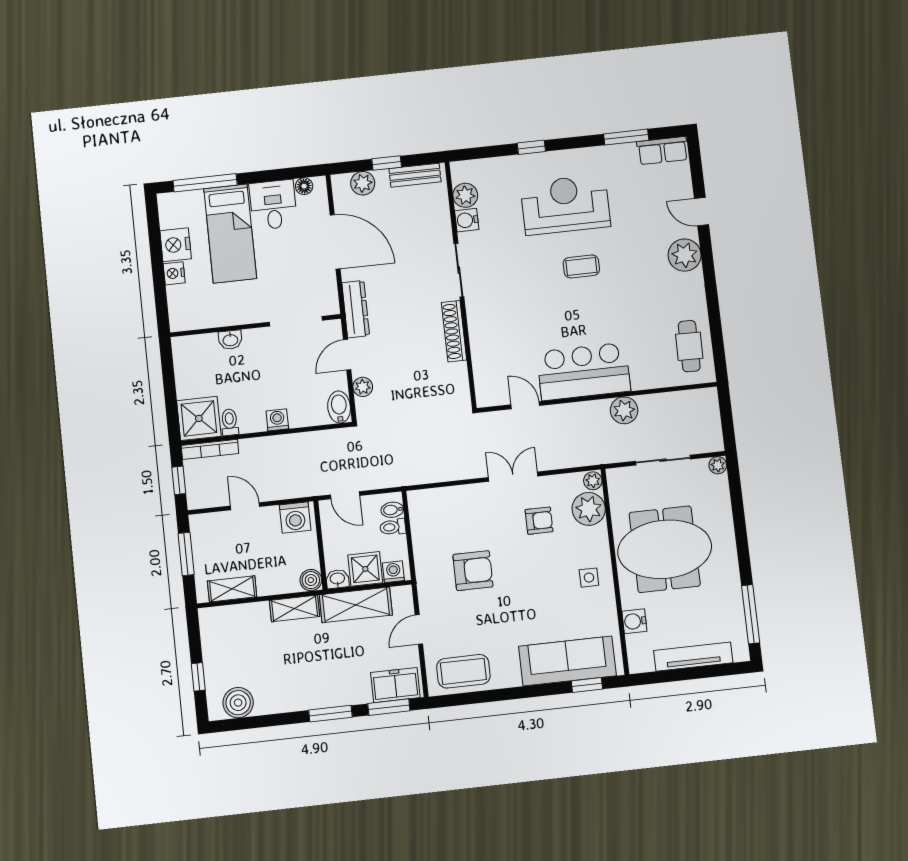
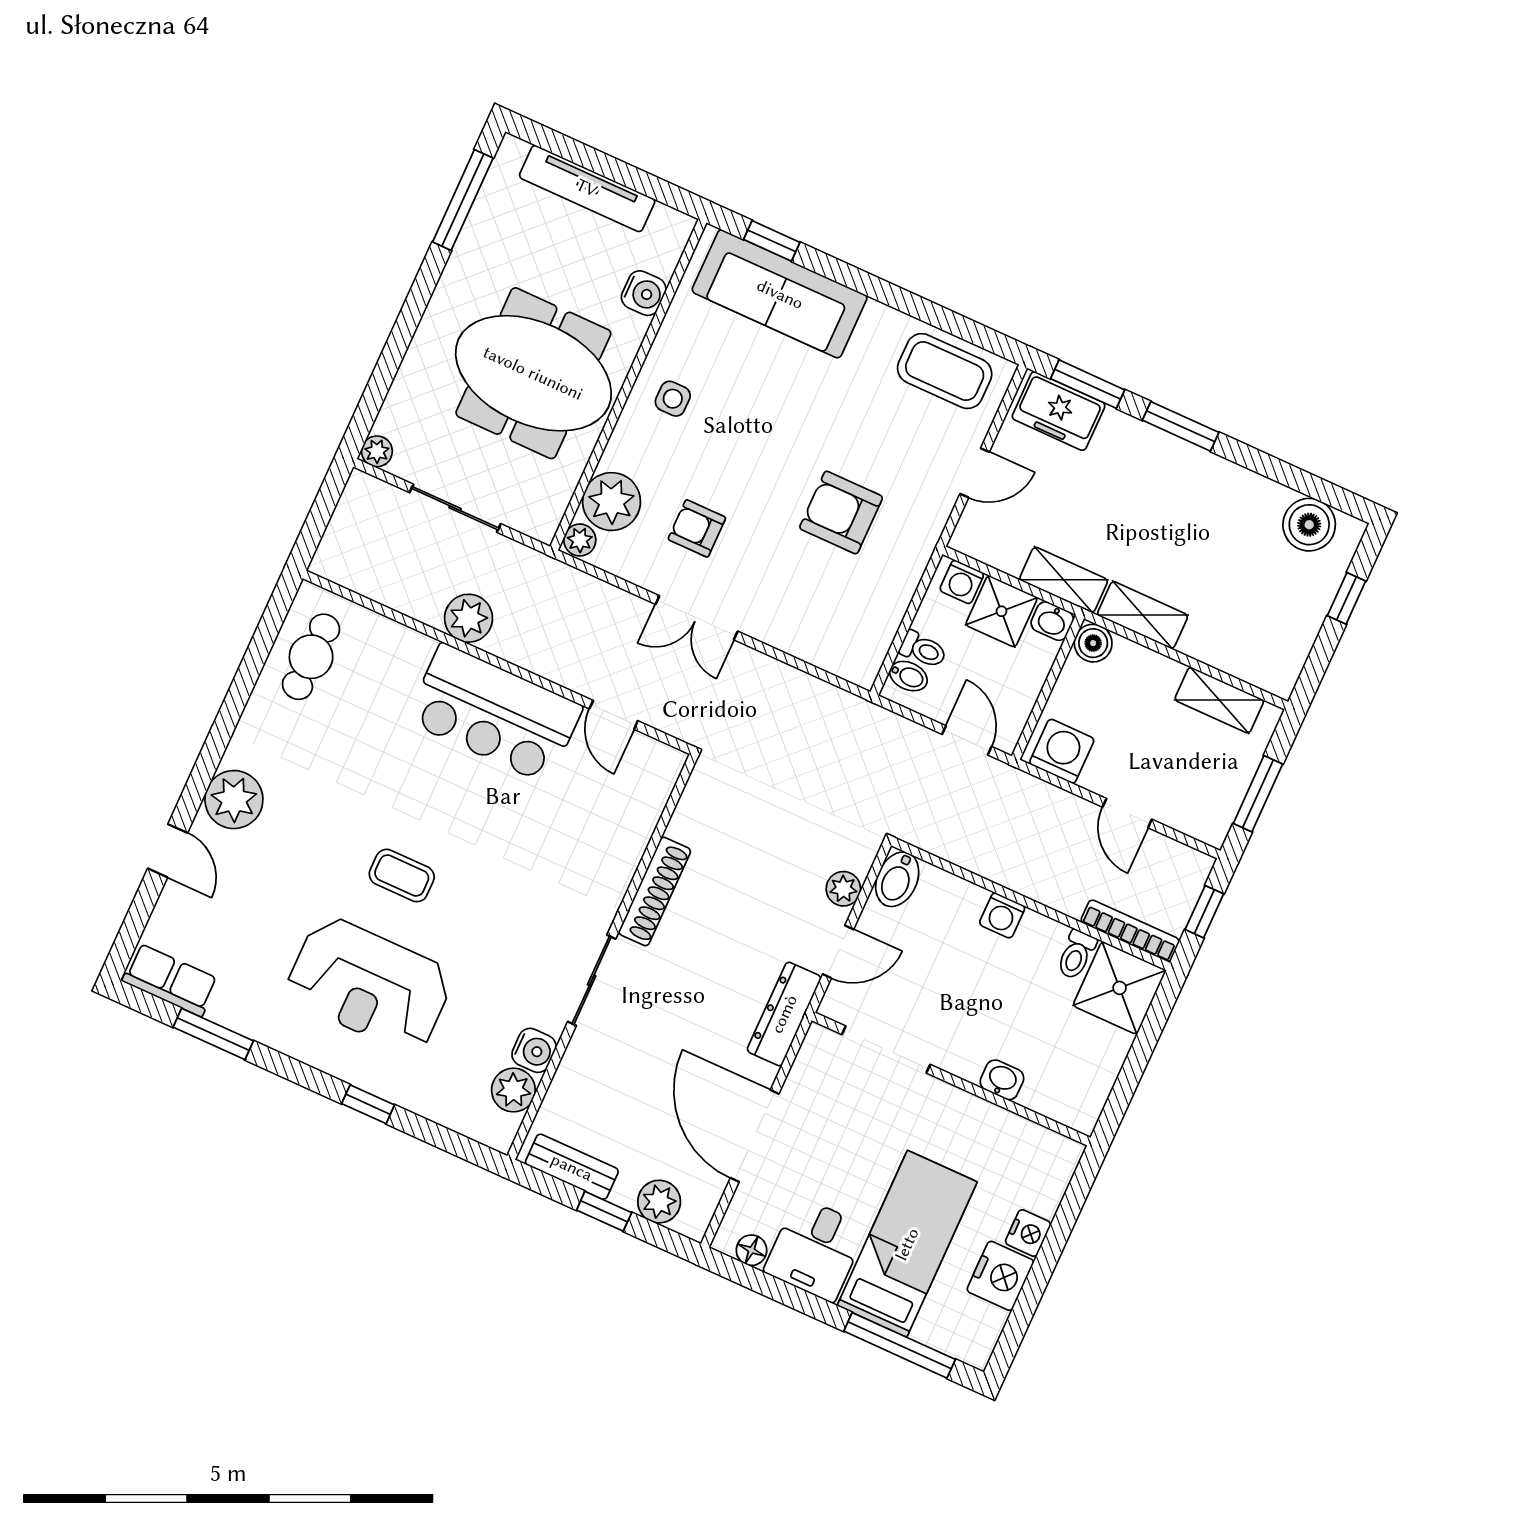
shelving: (356, 605) -> (1064, 580), width x0.67, depth x0.75

